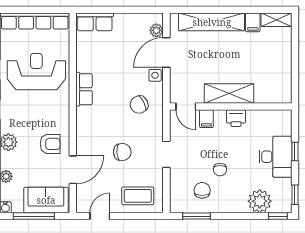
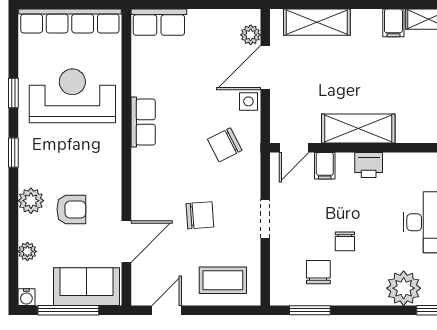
shelving: (212, 22) -> (317, 22), width x0.68
door: (186, 107) -> (294, 148), hinge flipped
armchair: (50, 144) -> (71, 209), moved

